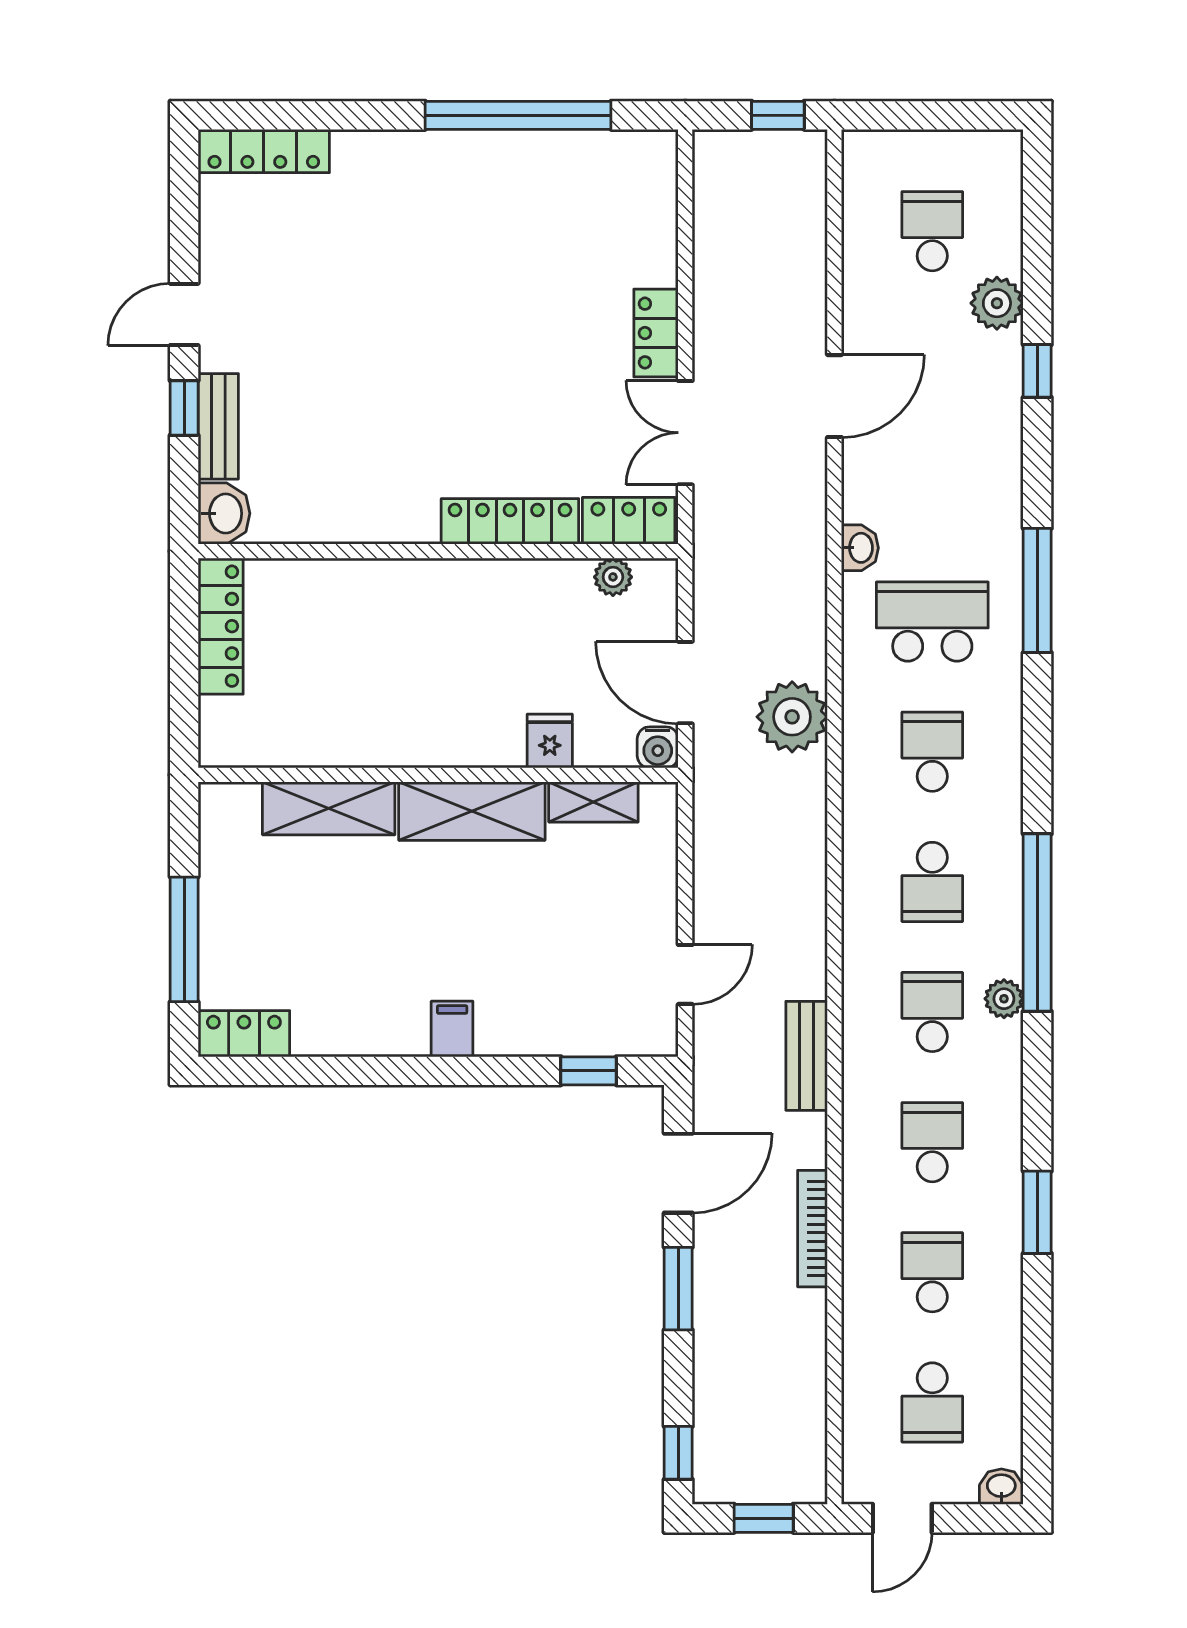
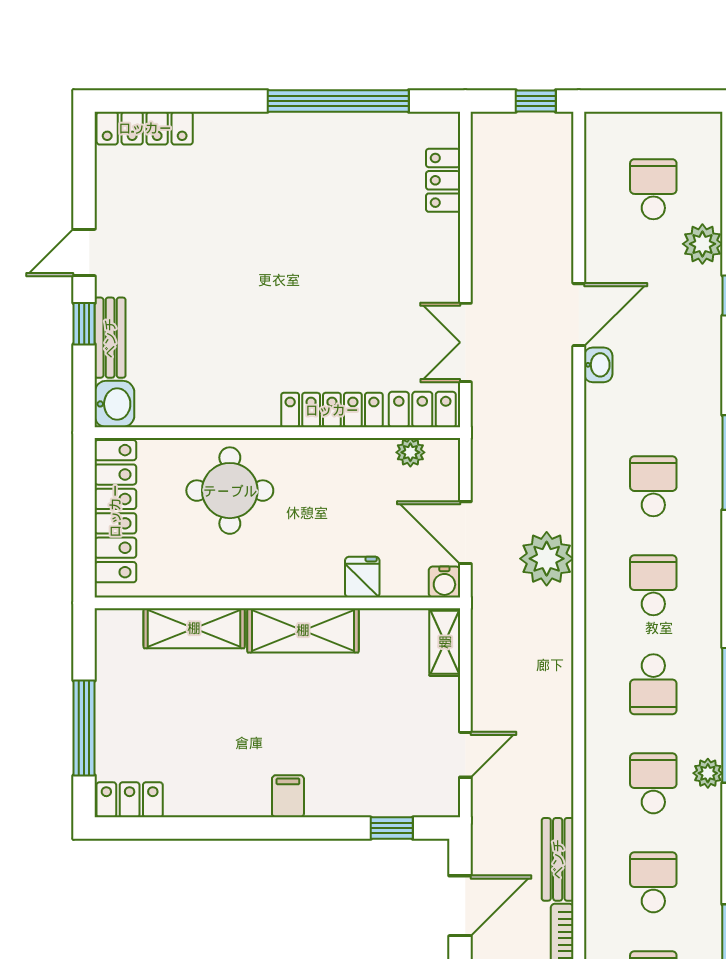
locker: (656, 333) -> (443, 180), moved
washbasin: (860, 548) -> (598, 365), moved
school desk: (932, 622) -> (653, 486), width x0.54
locker: (221, 626) -> (115, 511), width x1.41, depth x1.21
round table: (376, 627) -> (230, 491), added
shelving: (593, 802) -> (445, 642), moved, turned 90
bench: (807, 1056) -> (558, 859), moved

